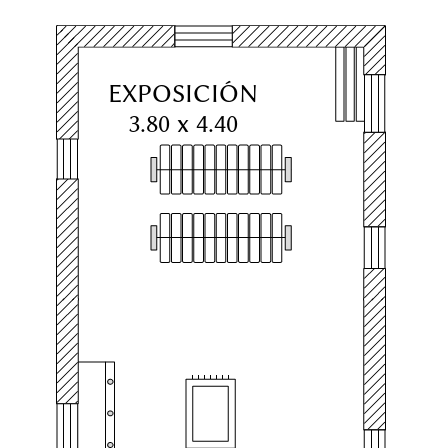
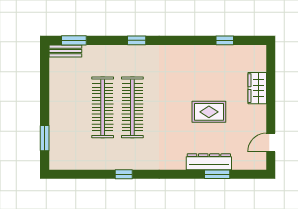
window: (204, 36) -> (45, 138), moved
window: (67, 159) -> (124, 174), moved

